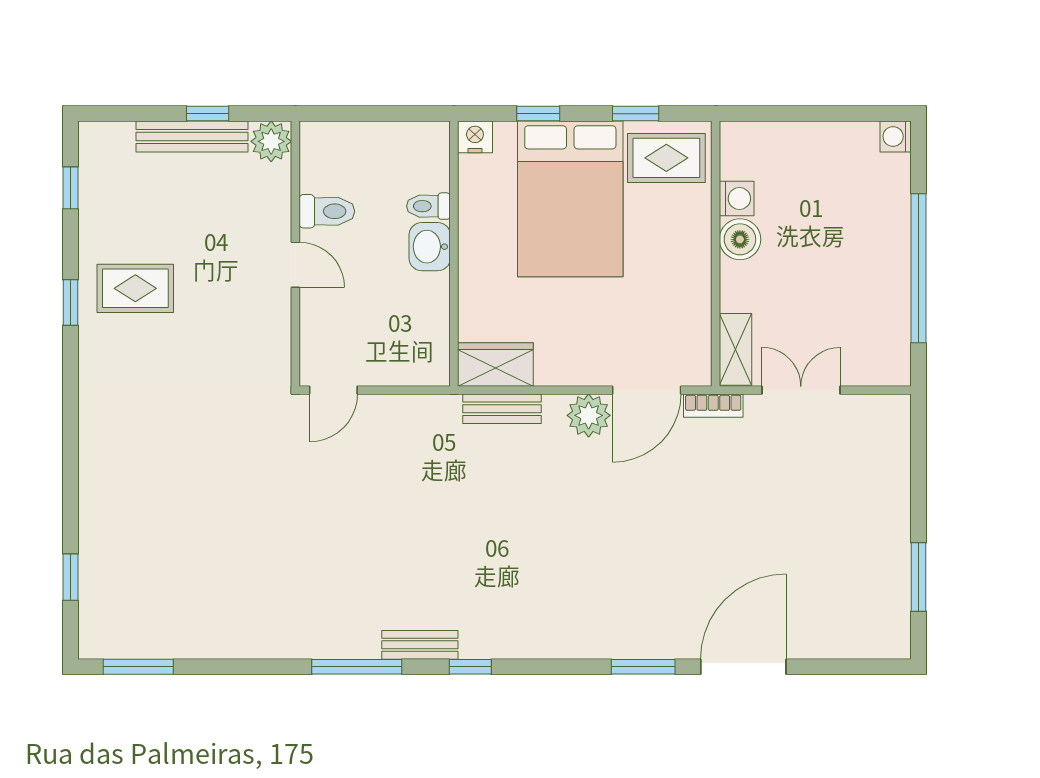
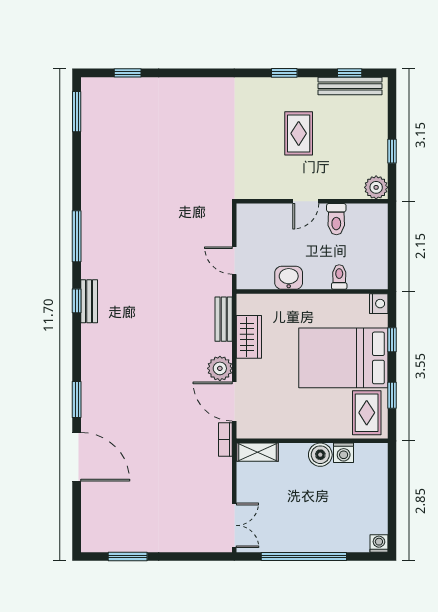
bench: (192, 137) -> (350, 86), moved, turned 90
washbasin: (430, 247) -> (289, 278), moved
rug: (135, 288) -> (299, 133), moved
wardrobe: (495, 365) -> (249, 337), moved
door: (333, 390) -> (234, 261), moved
double door: (801, 390) -> (234, 525), moved
bench: (420, 645) -> (89, 301), moved

